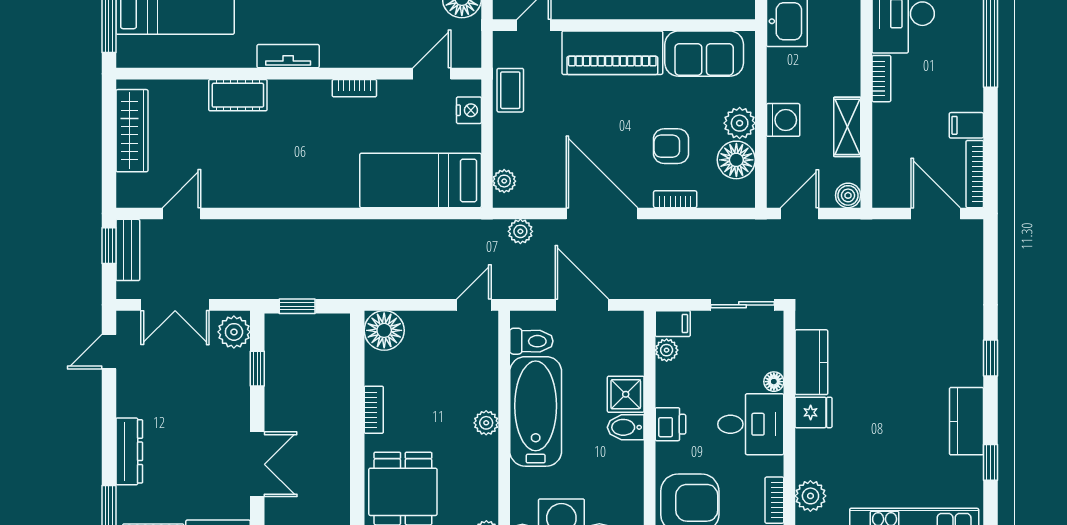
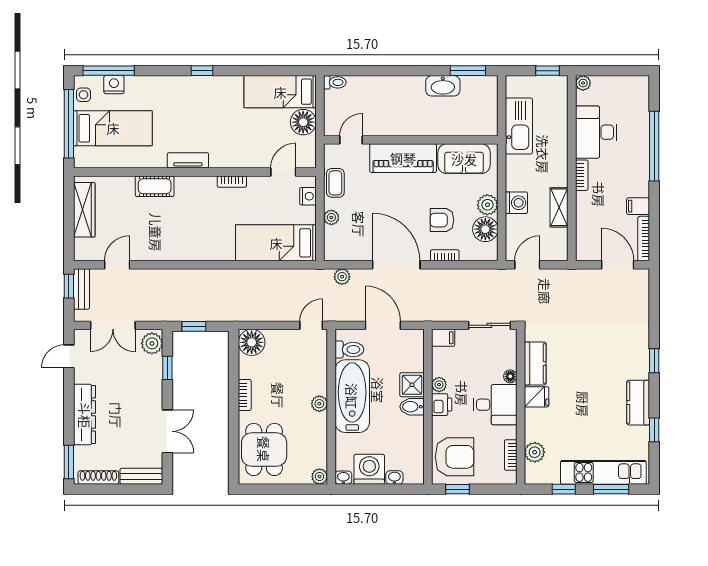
plant: (504, 181) -> (331, 217), moved
boiler: (848, 195) -> (559, 253), removed
plant: (667, 350) -> (439, 385), moved
dresser: (129, 451) -> (85, 415), width x1.37, depth x1.24

